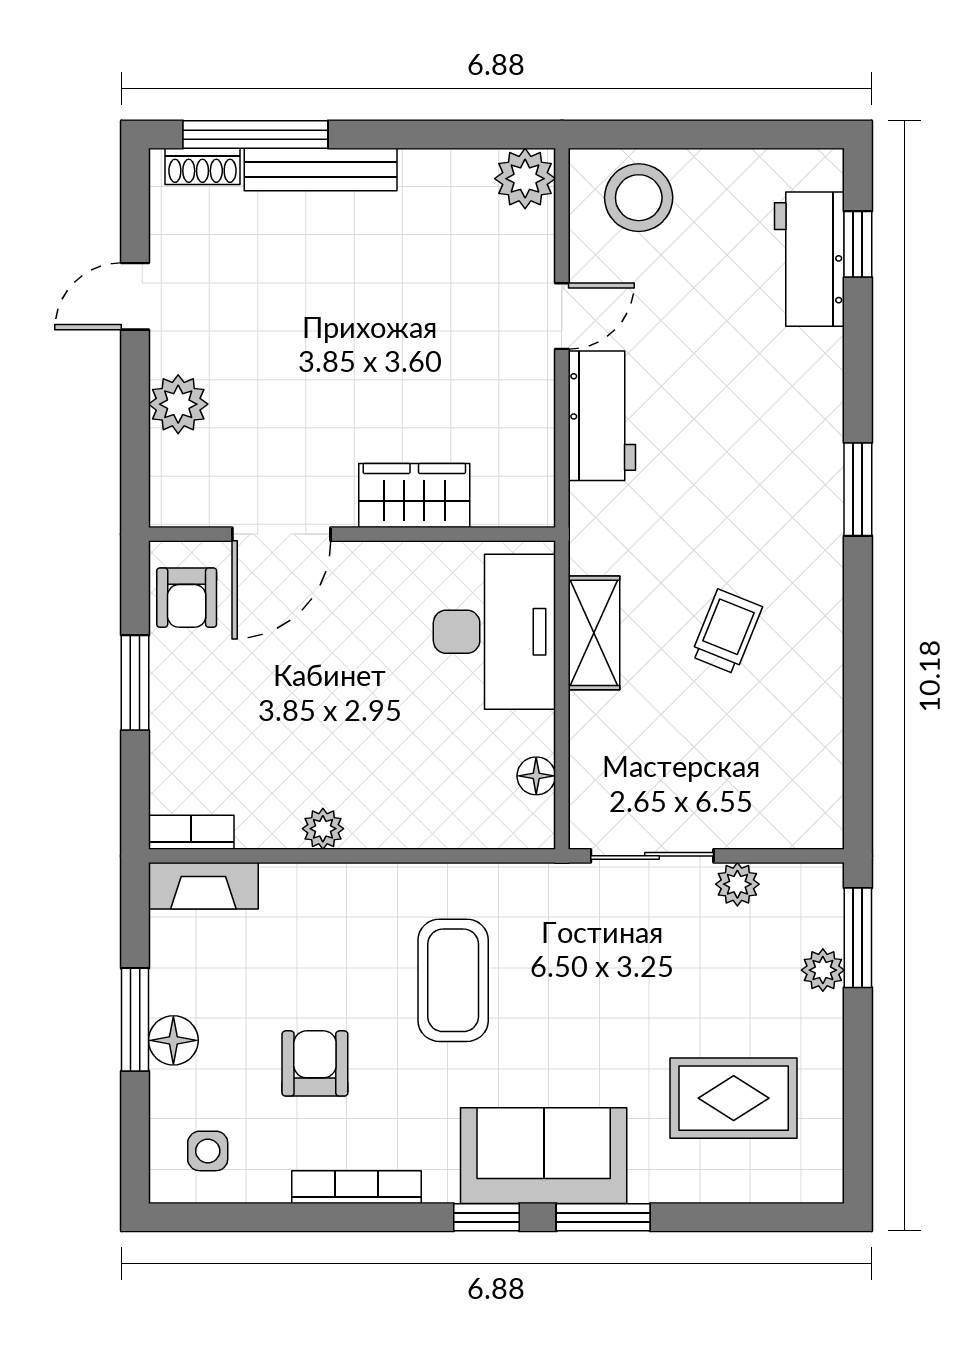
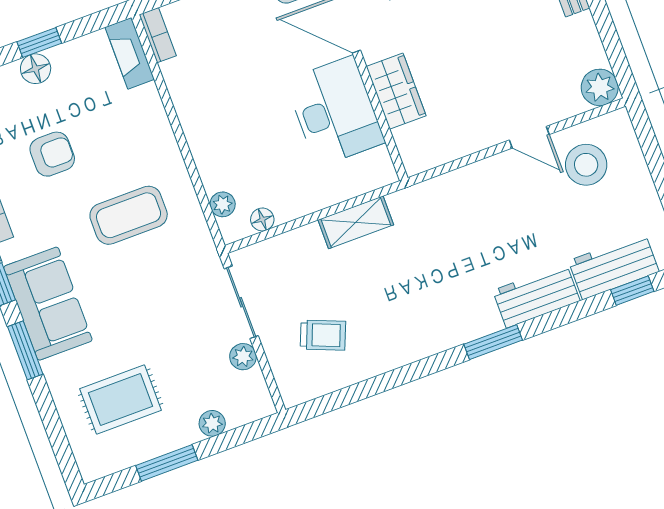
stool: (639, 198) -> (586, 165), moved
workbench: (602, 416) -> (536, 296), moved, turned 180
trolley: (727, 631) -> (323, 335), moved
desk: (494, 632) -> (335, 111), moved, turned -90
plant: (323, 829) -> (223, 204), moved
window: (858, 938) -> (167, 463), moved
window: (135, 1020) -> (39, 43), width x0.67
rug: (734, 1098) -> (121, 400), turned 90

